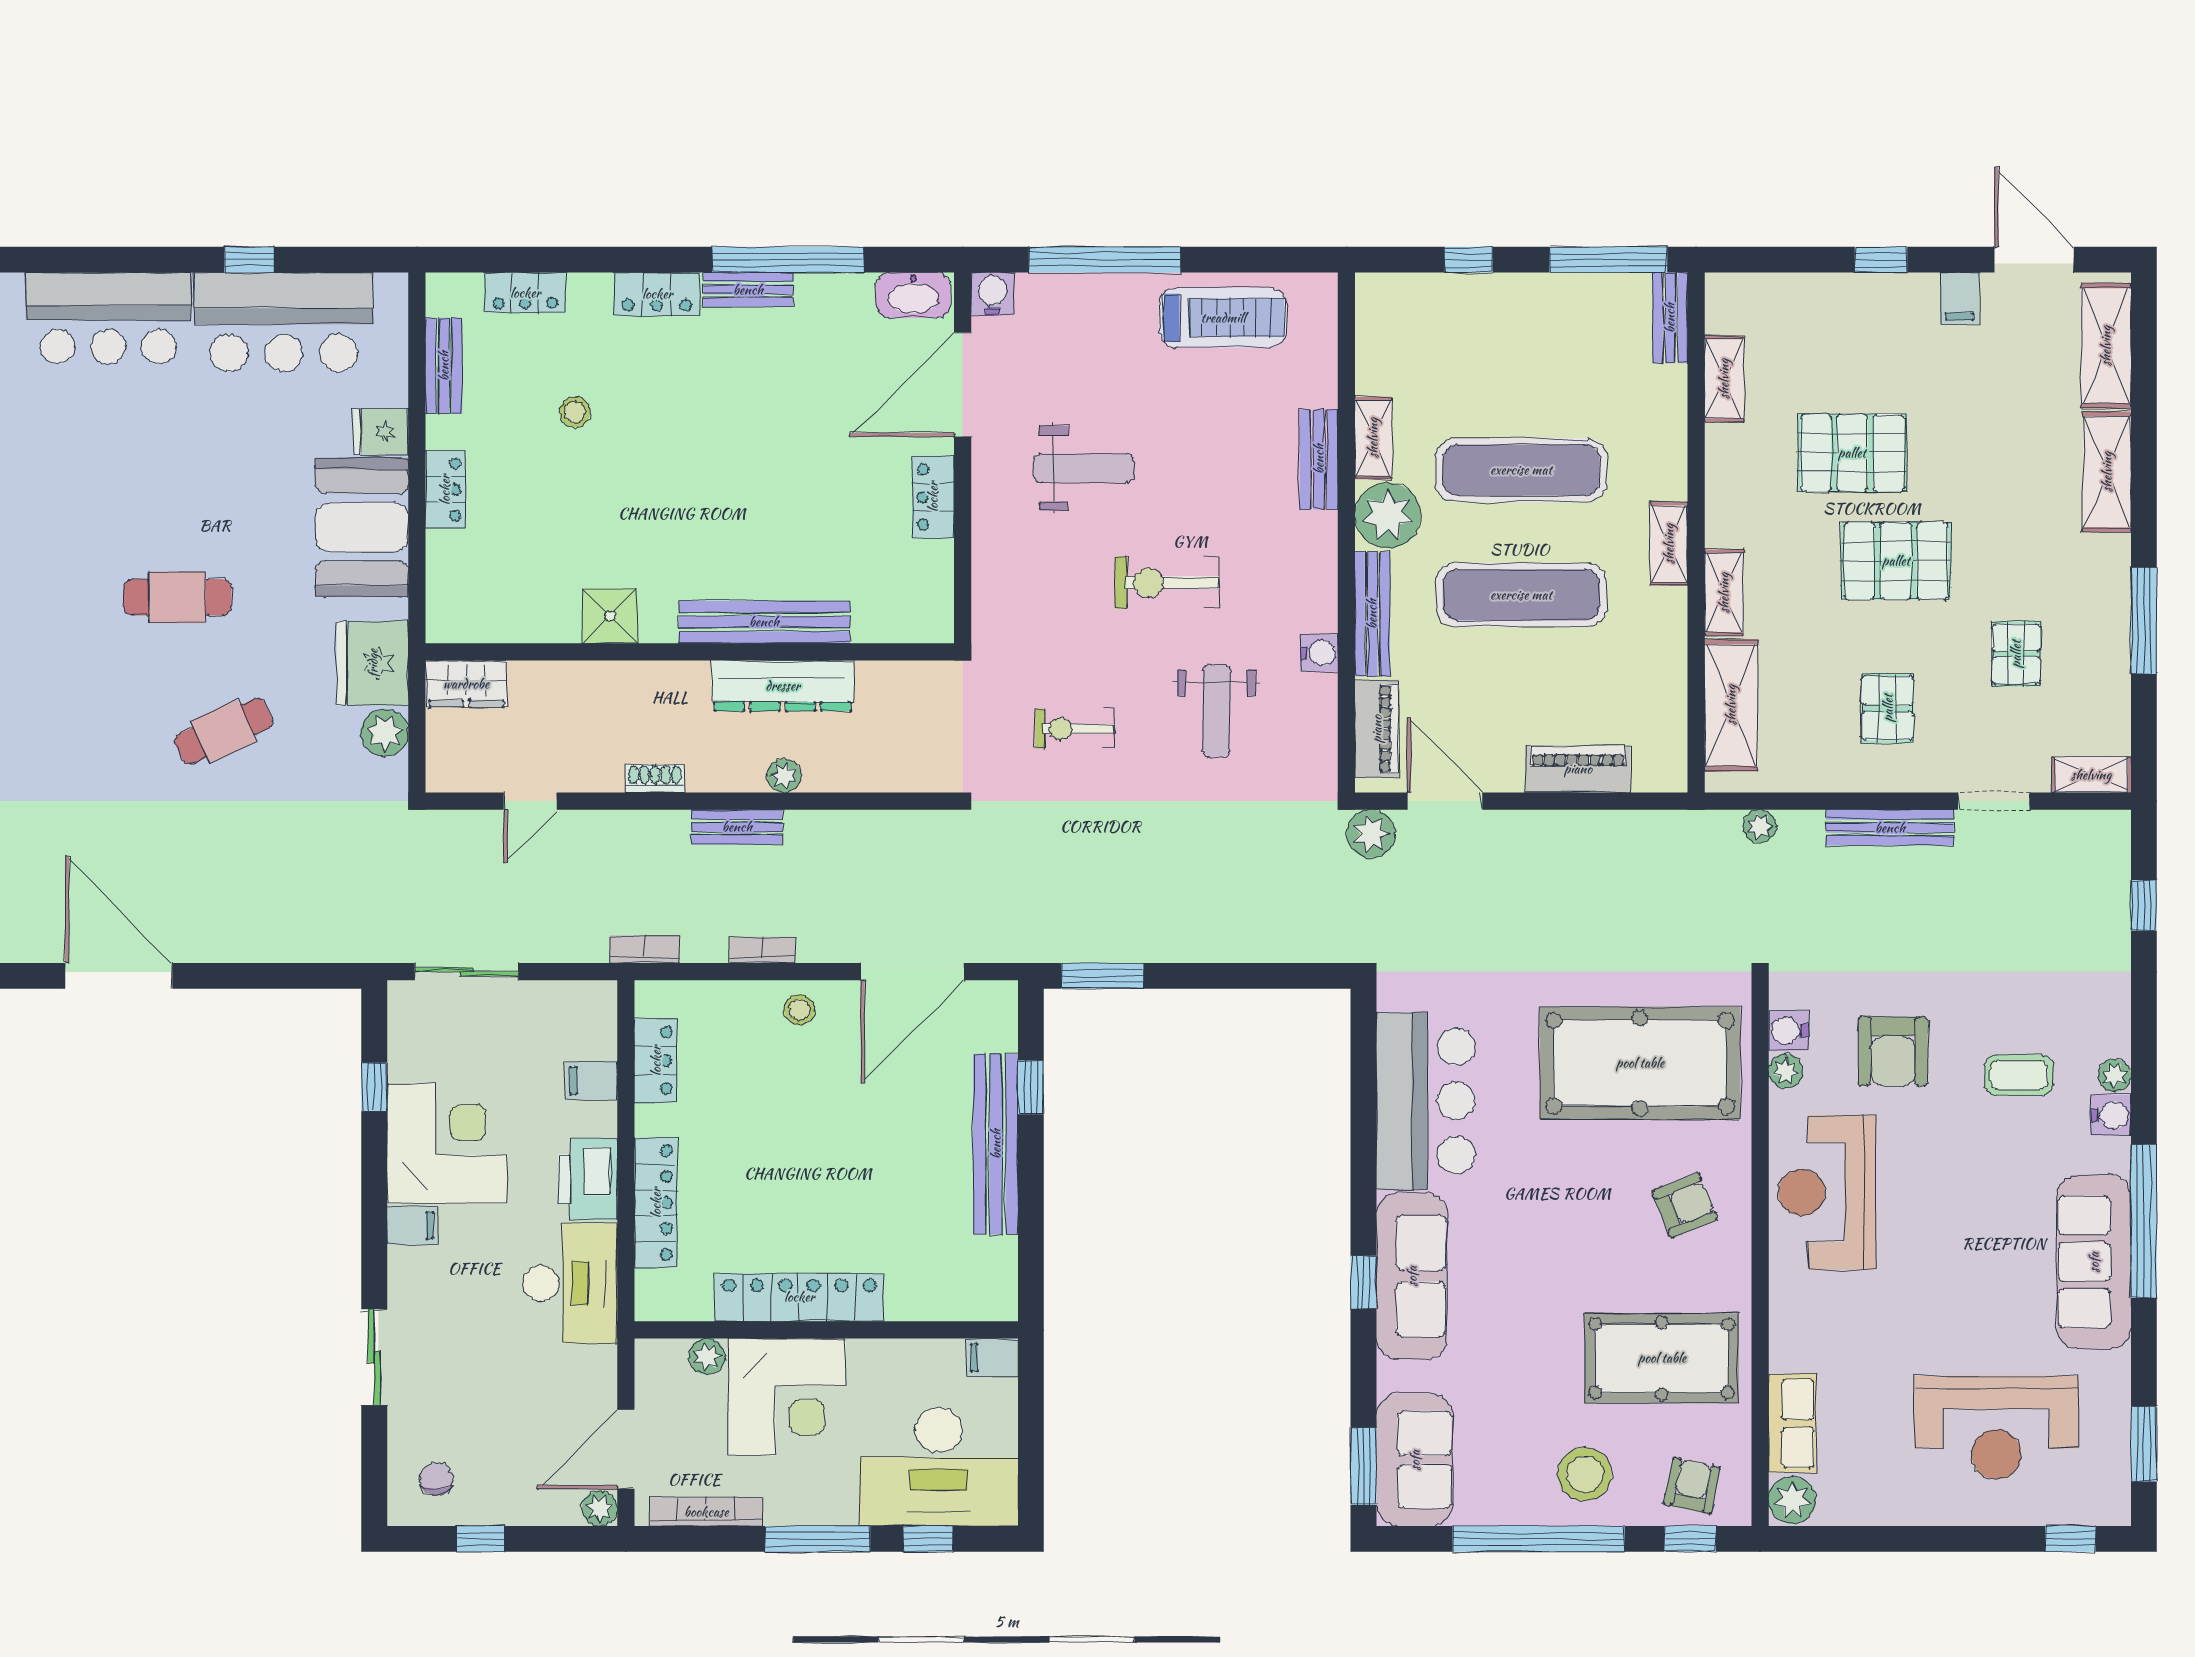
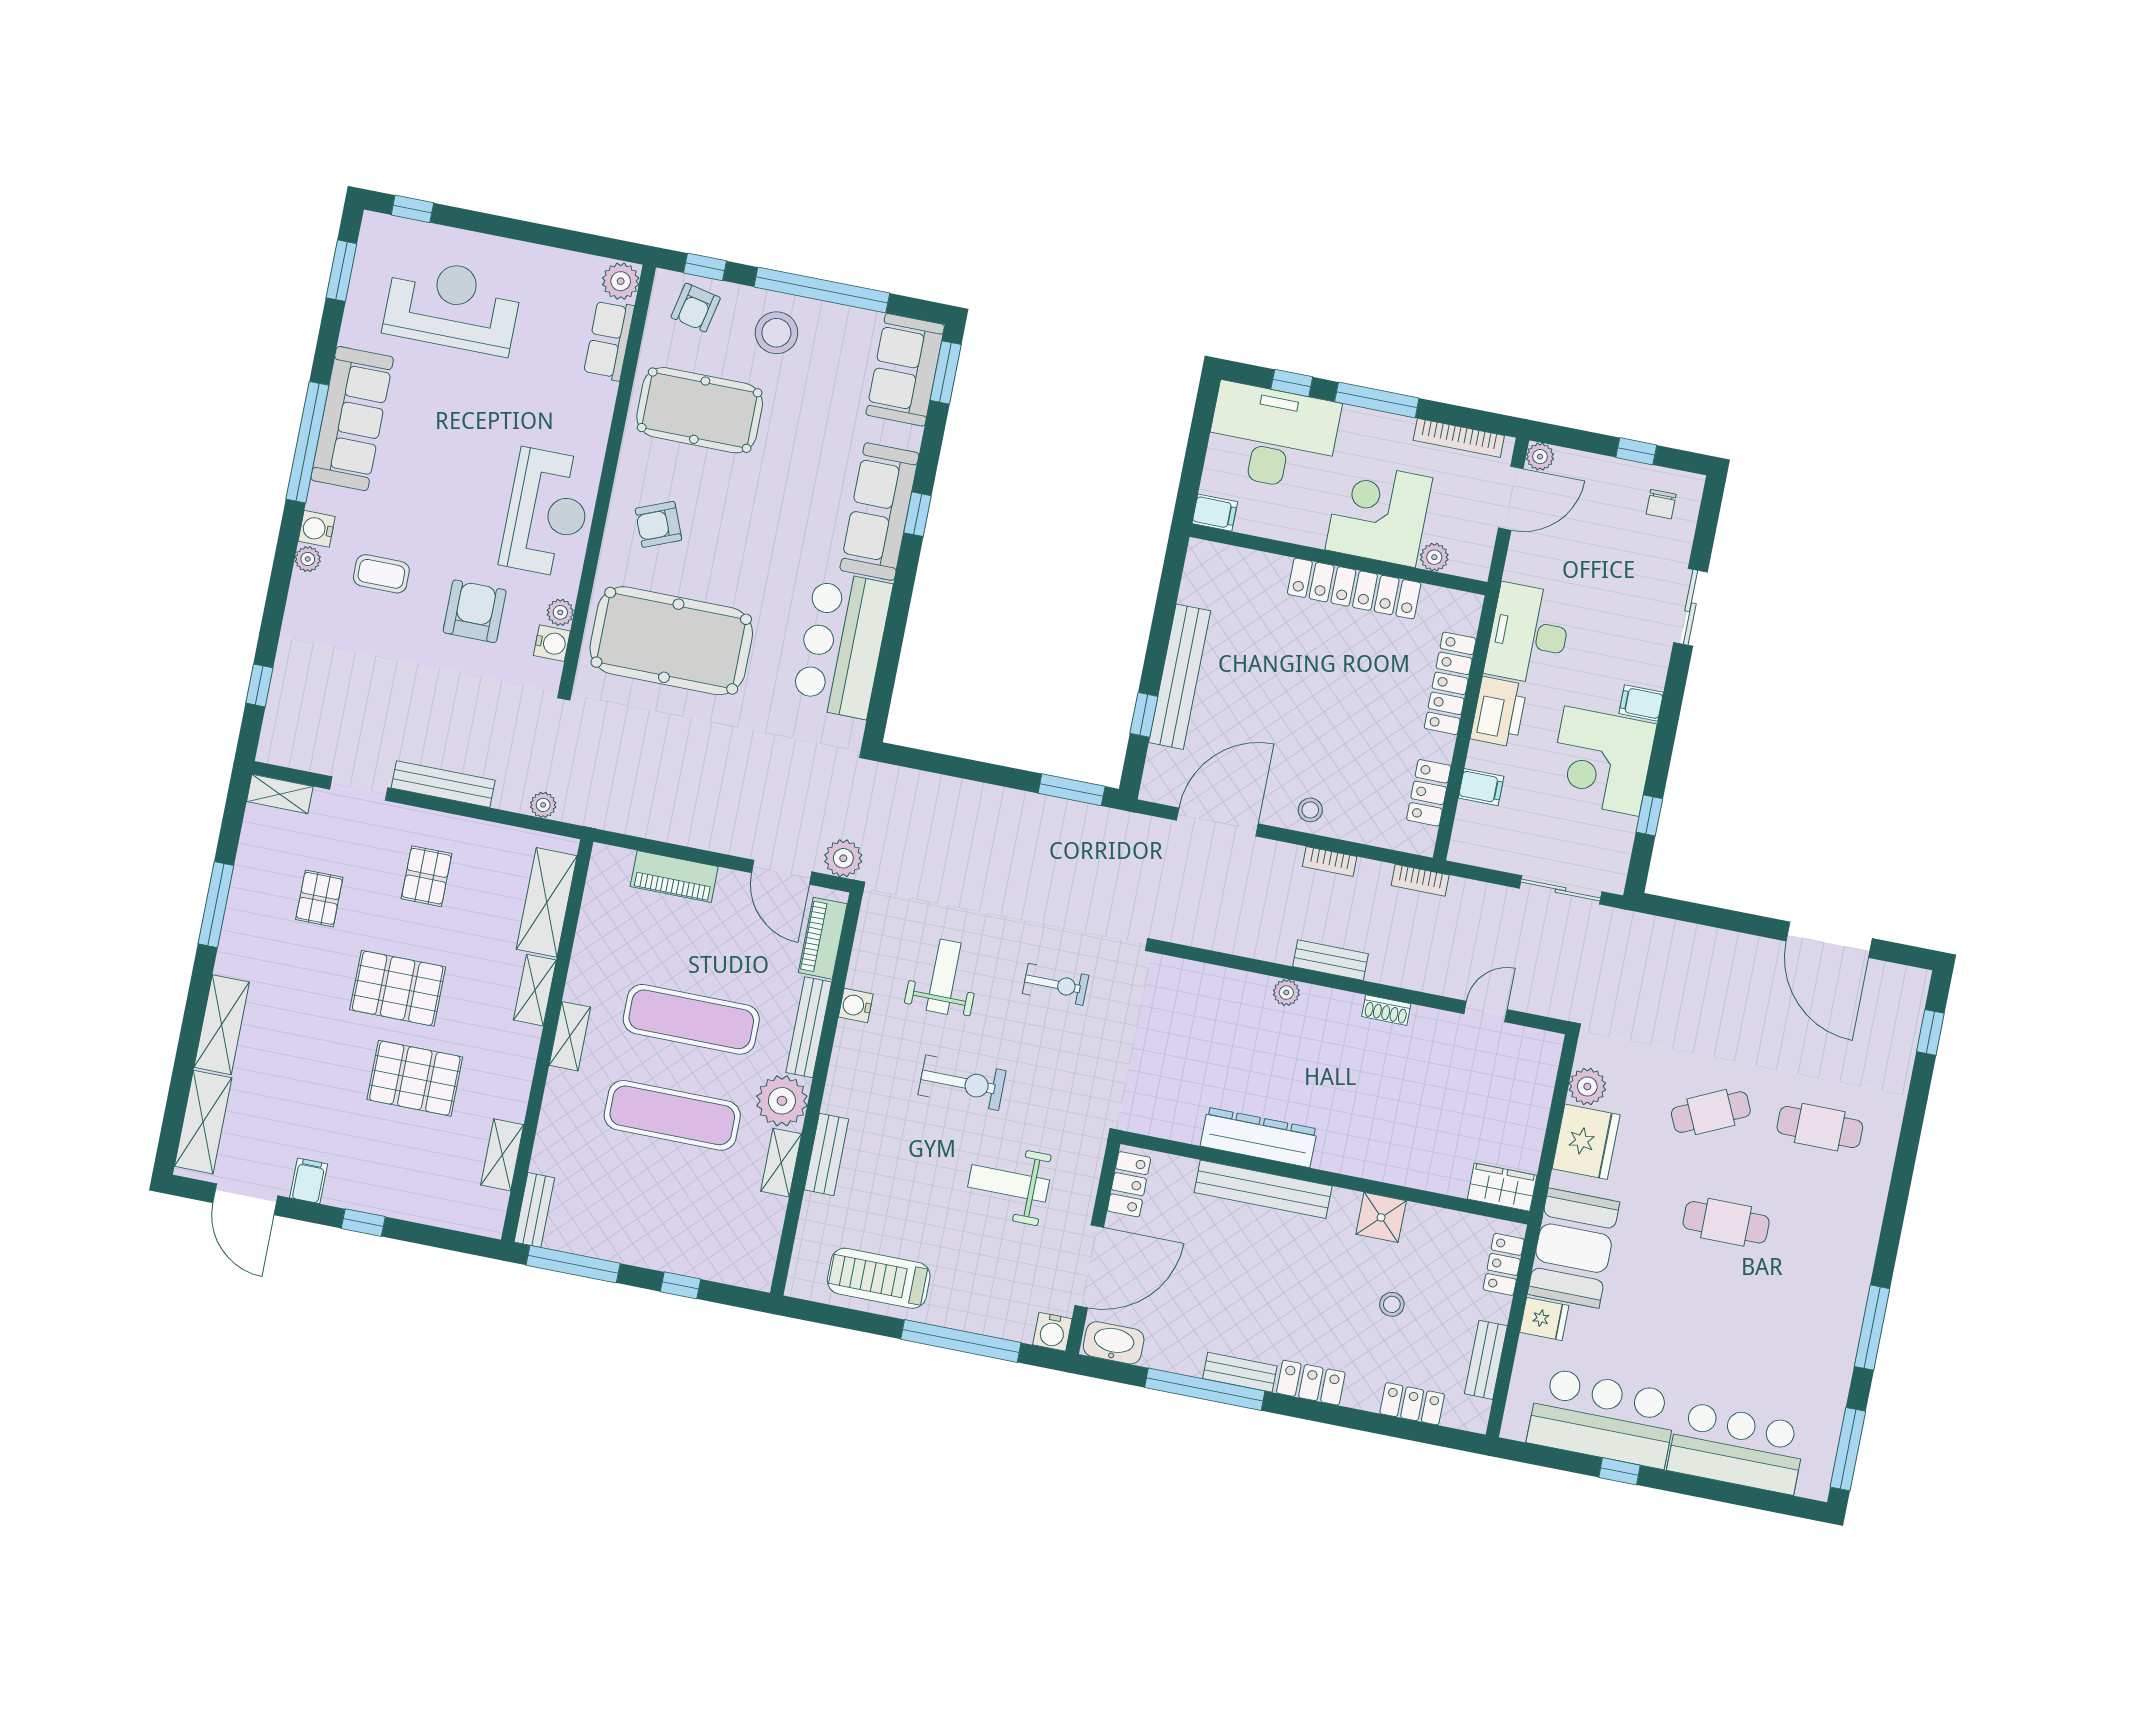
shower: (610, 616) -> (1381, 1217), moved
bench: (764, 622) -> (1263, 1189), moved
wall: (690, 652) -> (1325, 1178), moved
wardrobe: (466, 684) -> (1502, 1187), moved
dresser: (783, 686) -> (1259, 1137), moved
cafe table: (84, 740) -> (1820, 1127), added

